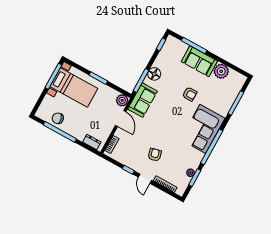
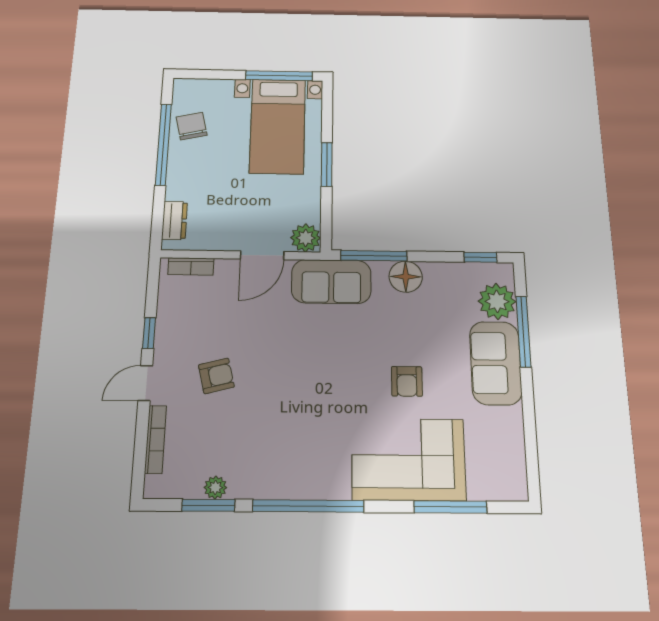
plant: (221, 71) -> (497, 301), moved
corner sofa: (203, 129) -> (408, 459), moved

